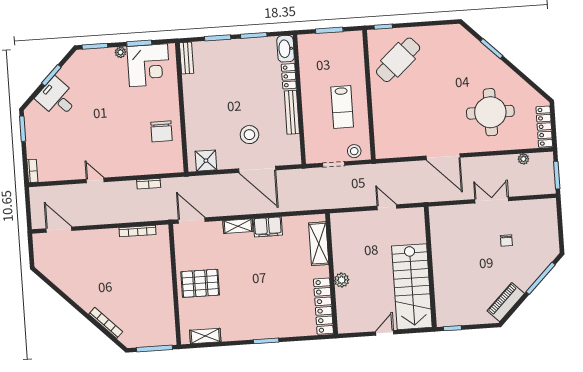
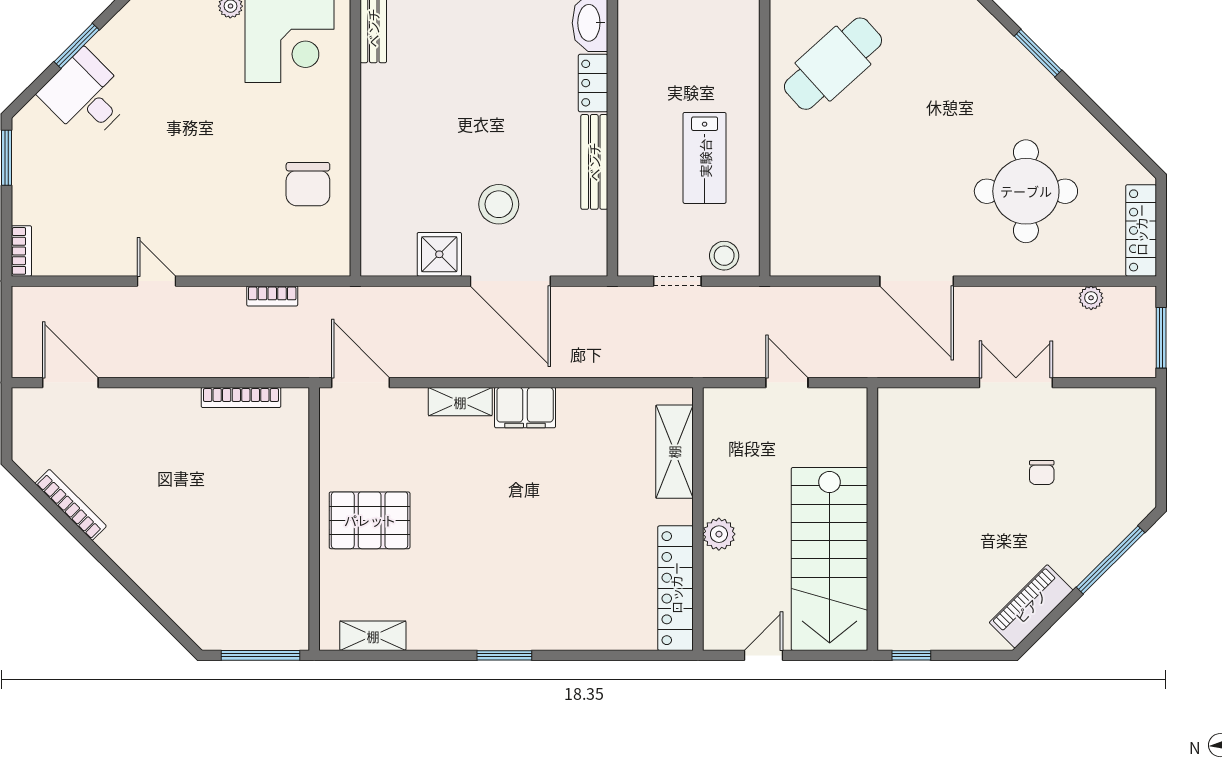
shower: (206, 161) -> (439, 254), moved
shelving: (319, 244) -> (674, 452), moved
wall: (332, 274) -> (698, 519), moved
plant: (342, 280) -> (719, 534), moved
locker: (323, 306) -> (676, 588), moved
bookcase: (106, 323) -> (71, 505), moved

